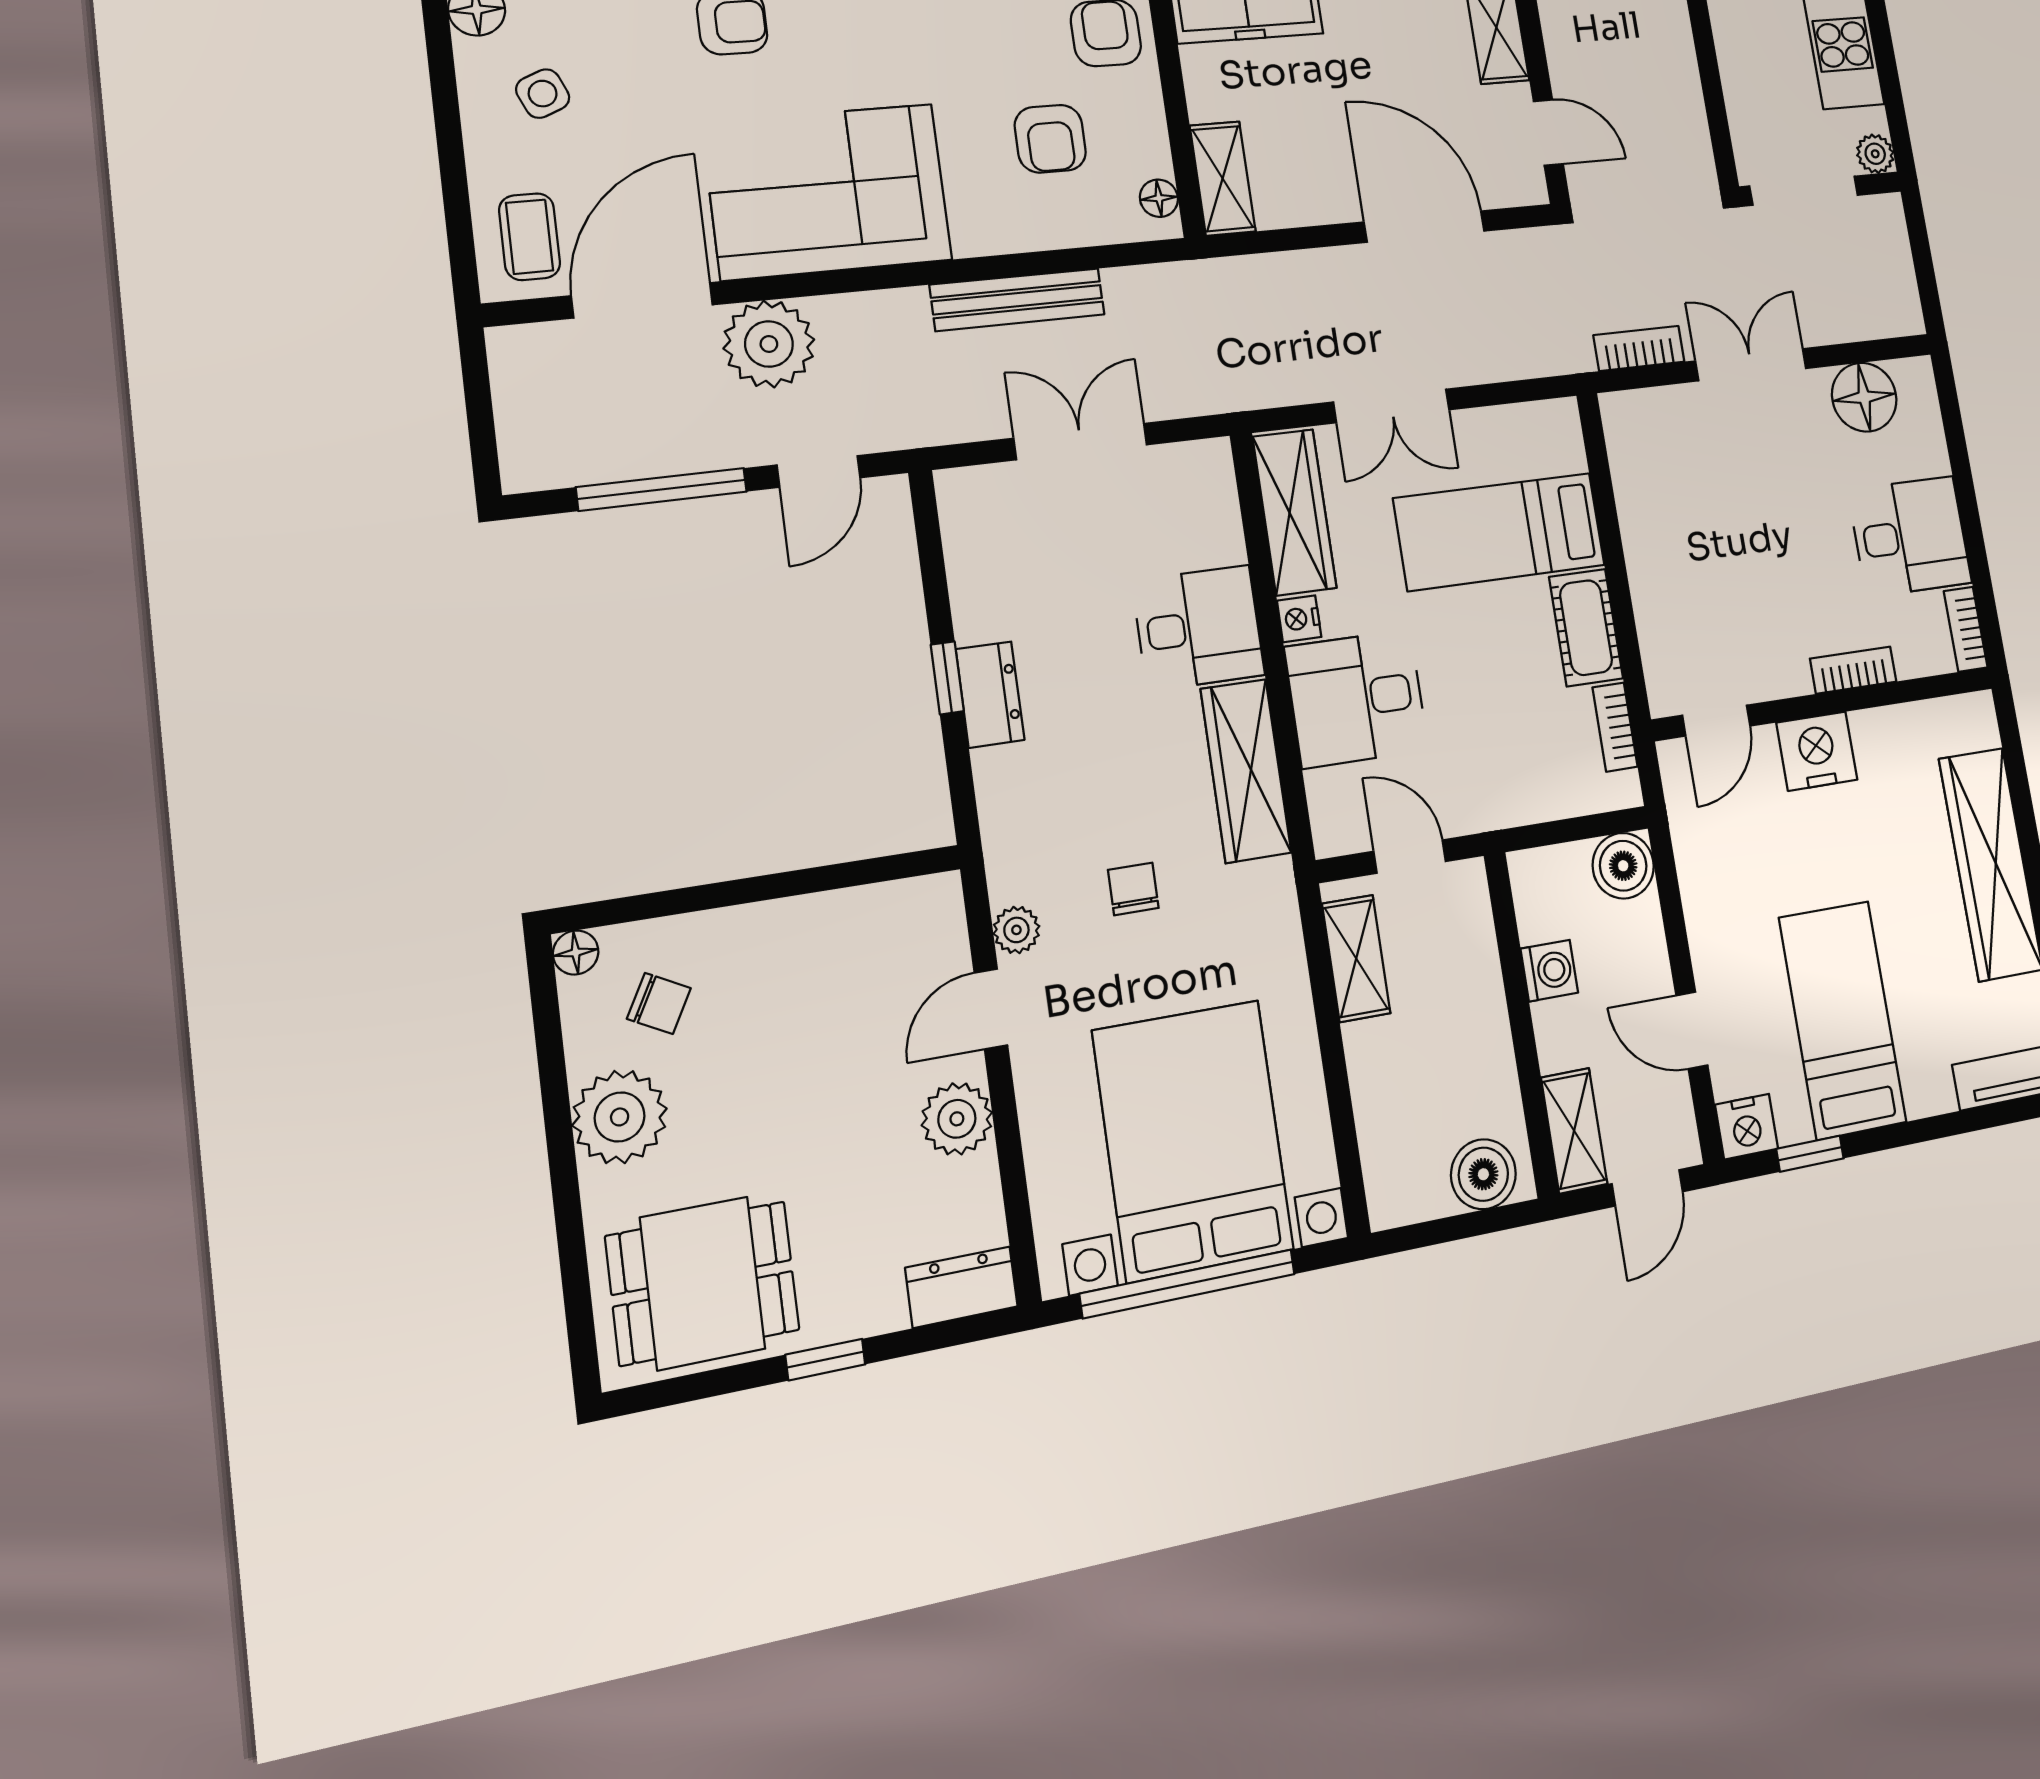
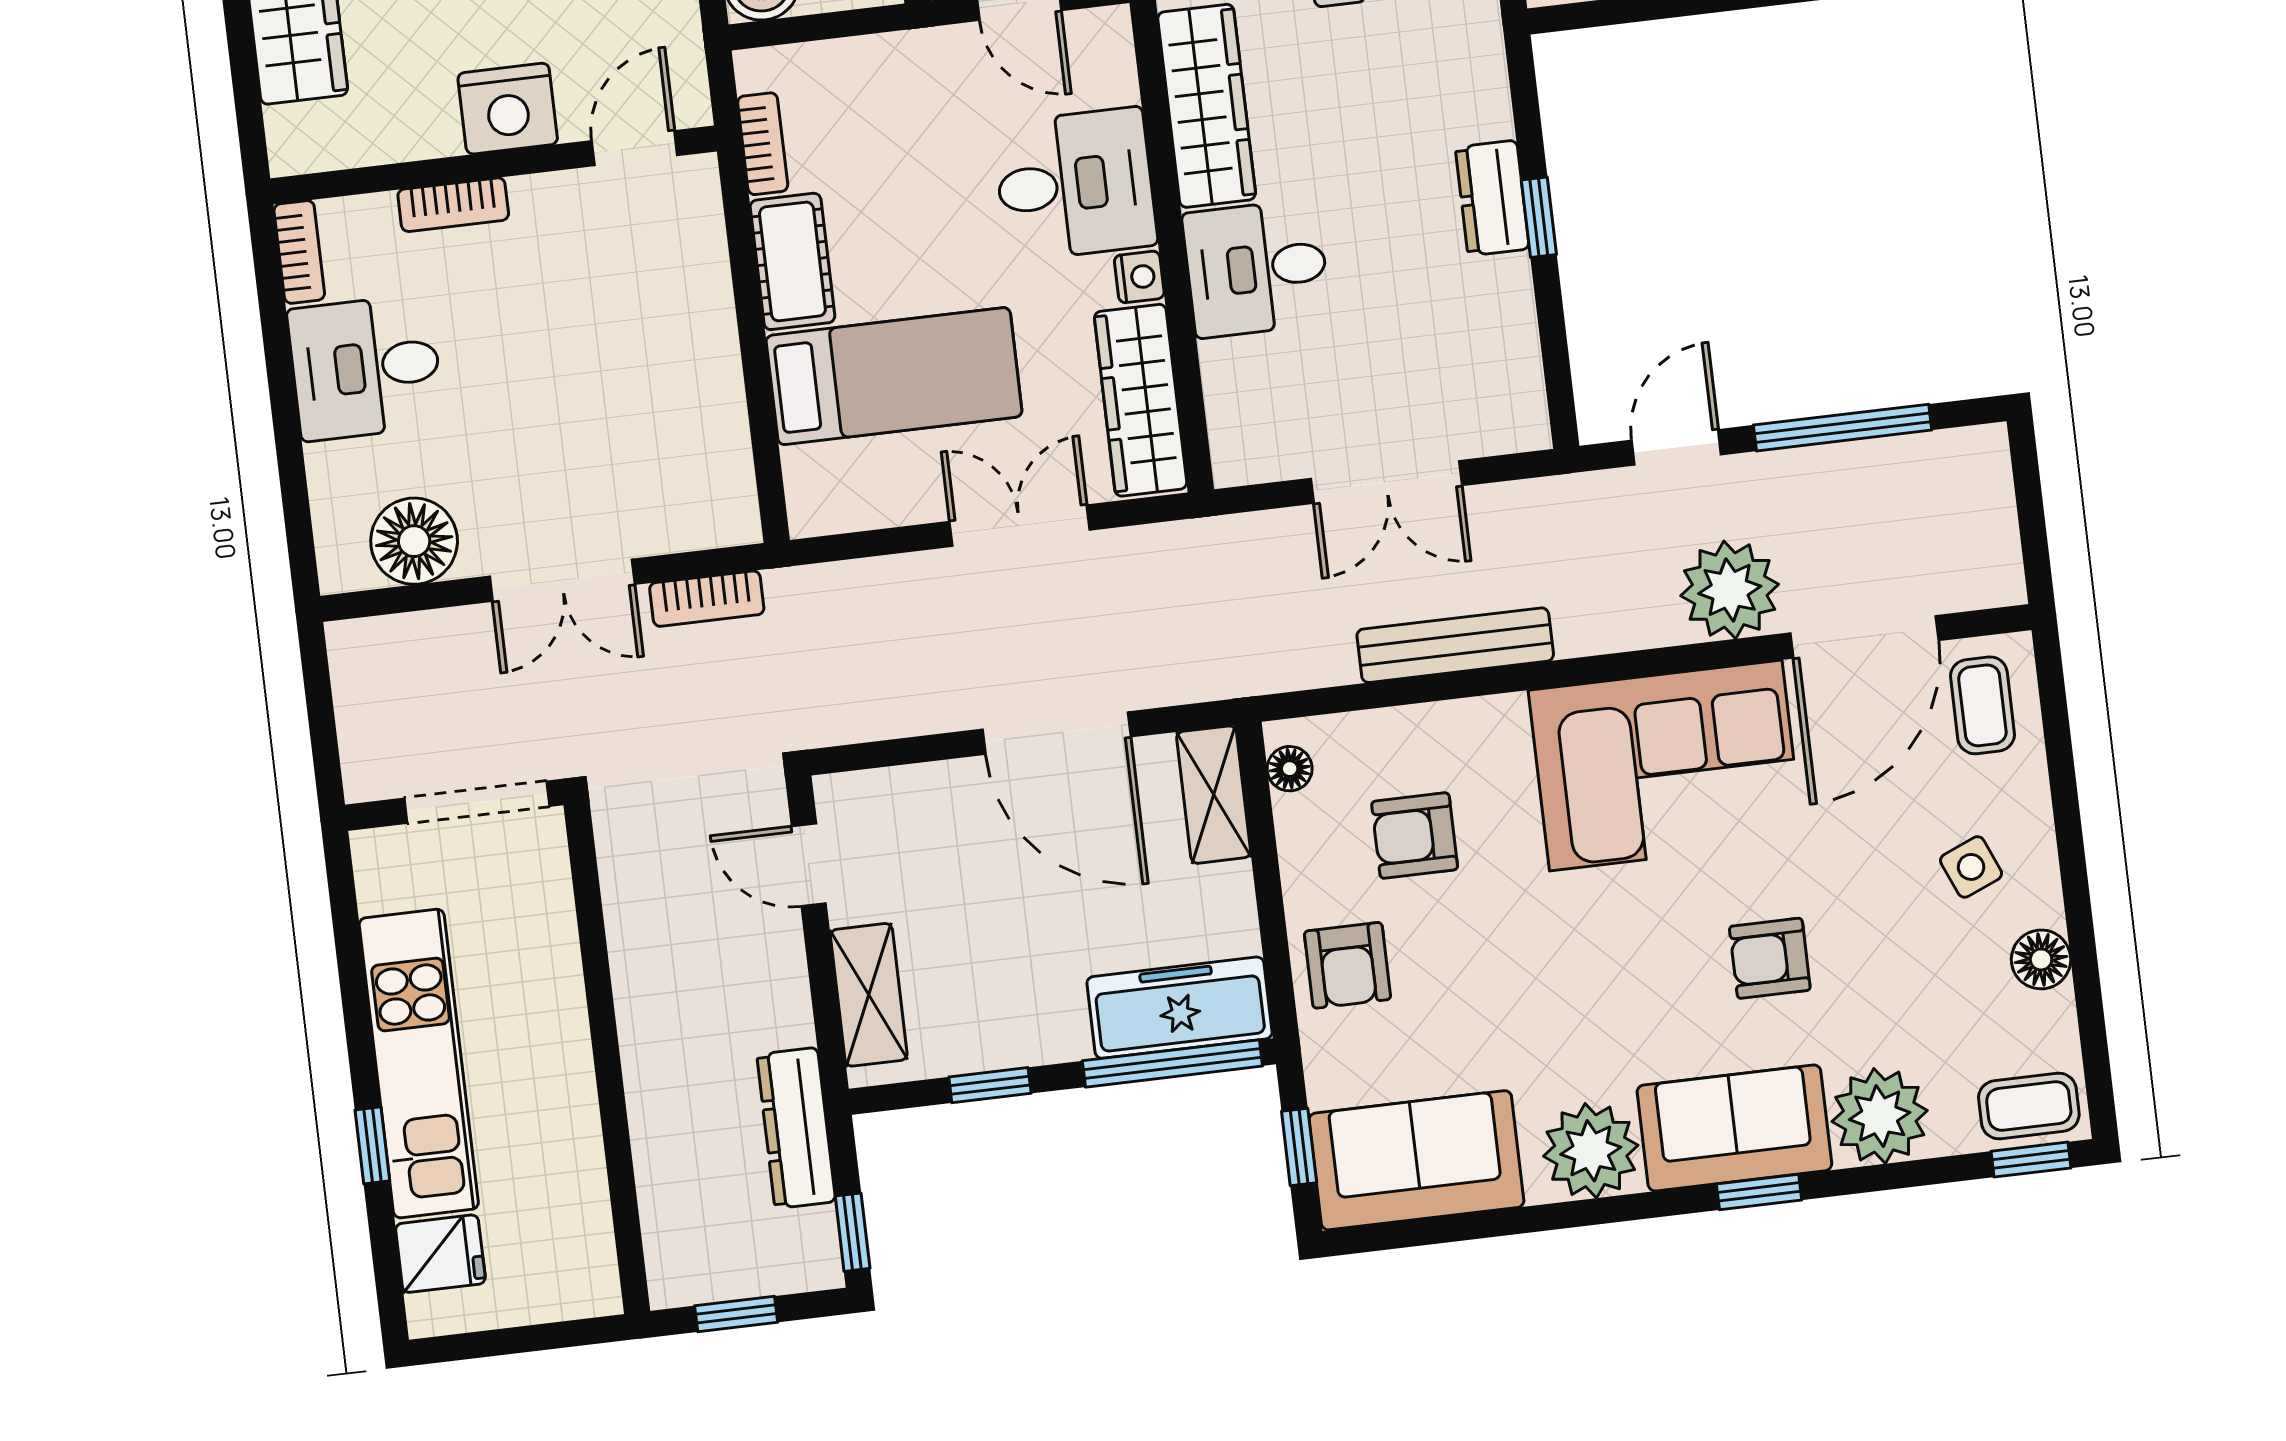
armchair: (1050, 139) -> (1415, 836), turned -90
plant: (1875, 154) -> (376, 853), removed
door: (1424, 226) -> (1057, 733), moved

